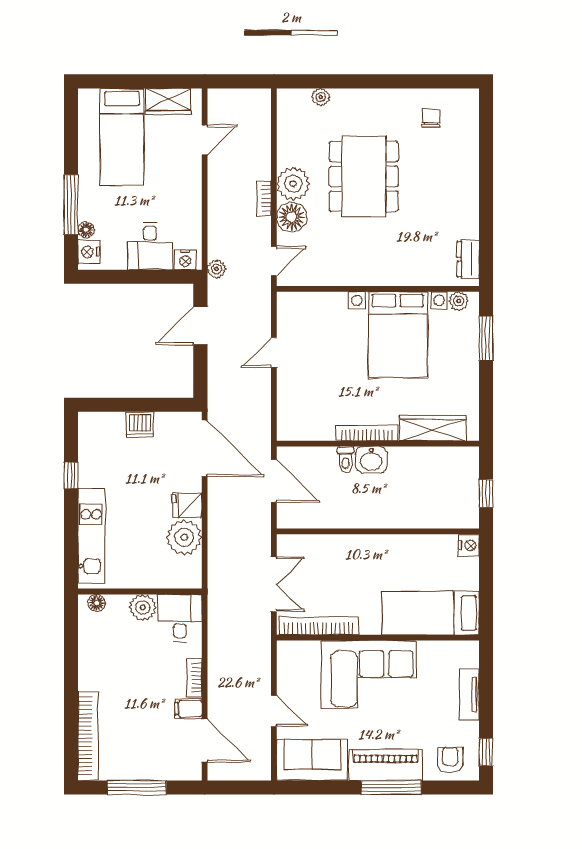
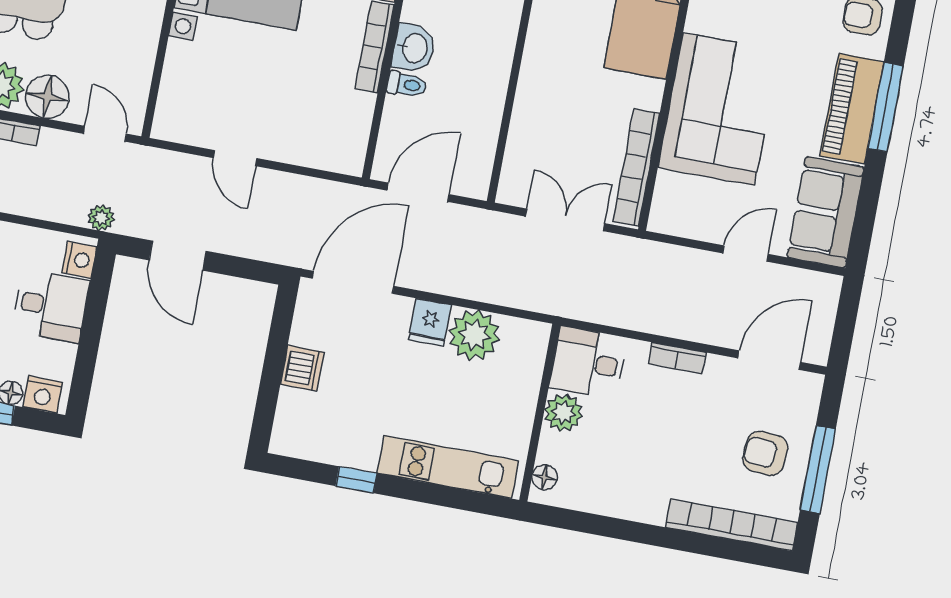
filing cabinet: (188, 709) -> (719, 375), removed
armchair: (141, 750) -> (765, 453), added

